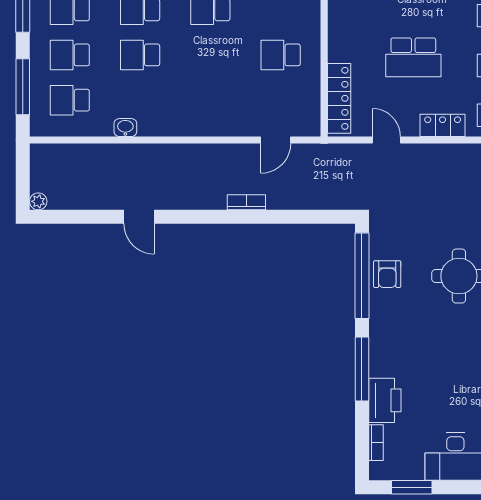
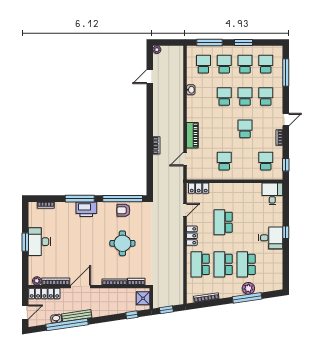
locker: (339, 98) -> (199, 188), width x0.66
piano: (224, 124) -> (192, 135), added
door: (276, 140) -> (185, 159), hinge flipped
door: (139, 217) -> (150, 77), moved
printer: (385, 400) -> (86, 209), moved
window: (412, 487) -> (25, 242), moved

